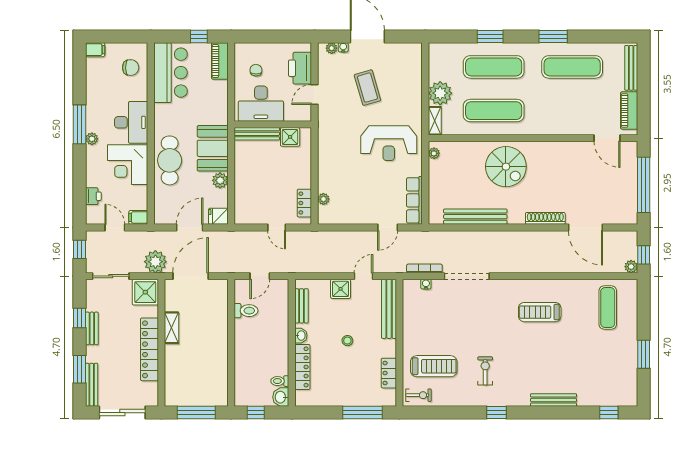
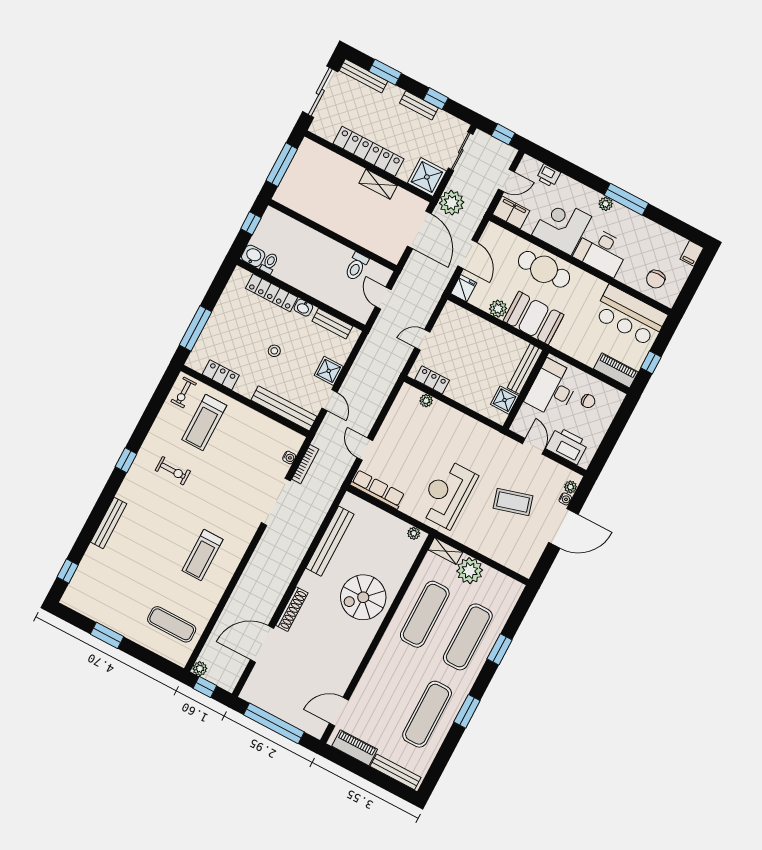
filing cabinet: (138, 217) -> (511, 213), width x2.00
treadmill: (540, 312) -> (202, 555), turned 180

